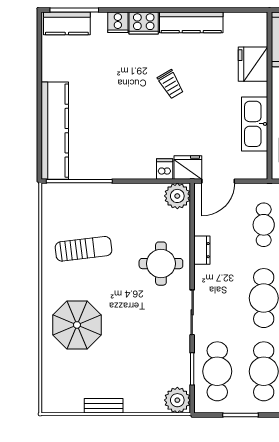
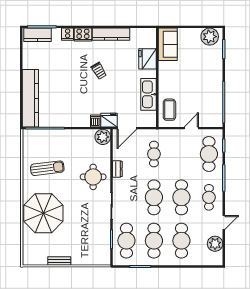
parasol: (77, 325) -> (43, 213), width x1.36, depth x1.36
plant: (177, 400) -> (103, 258), removed

